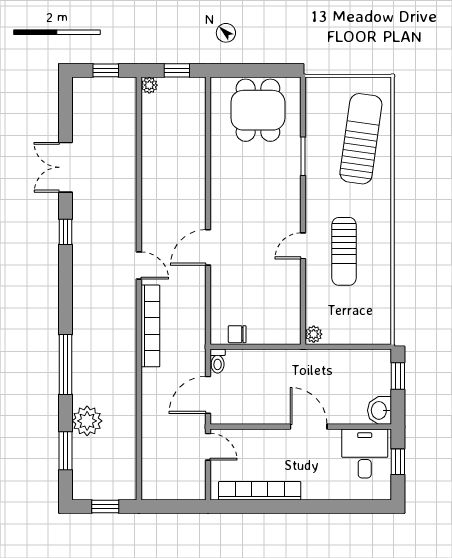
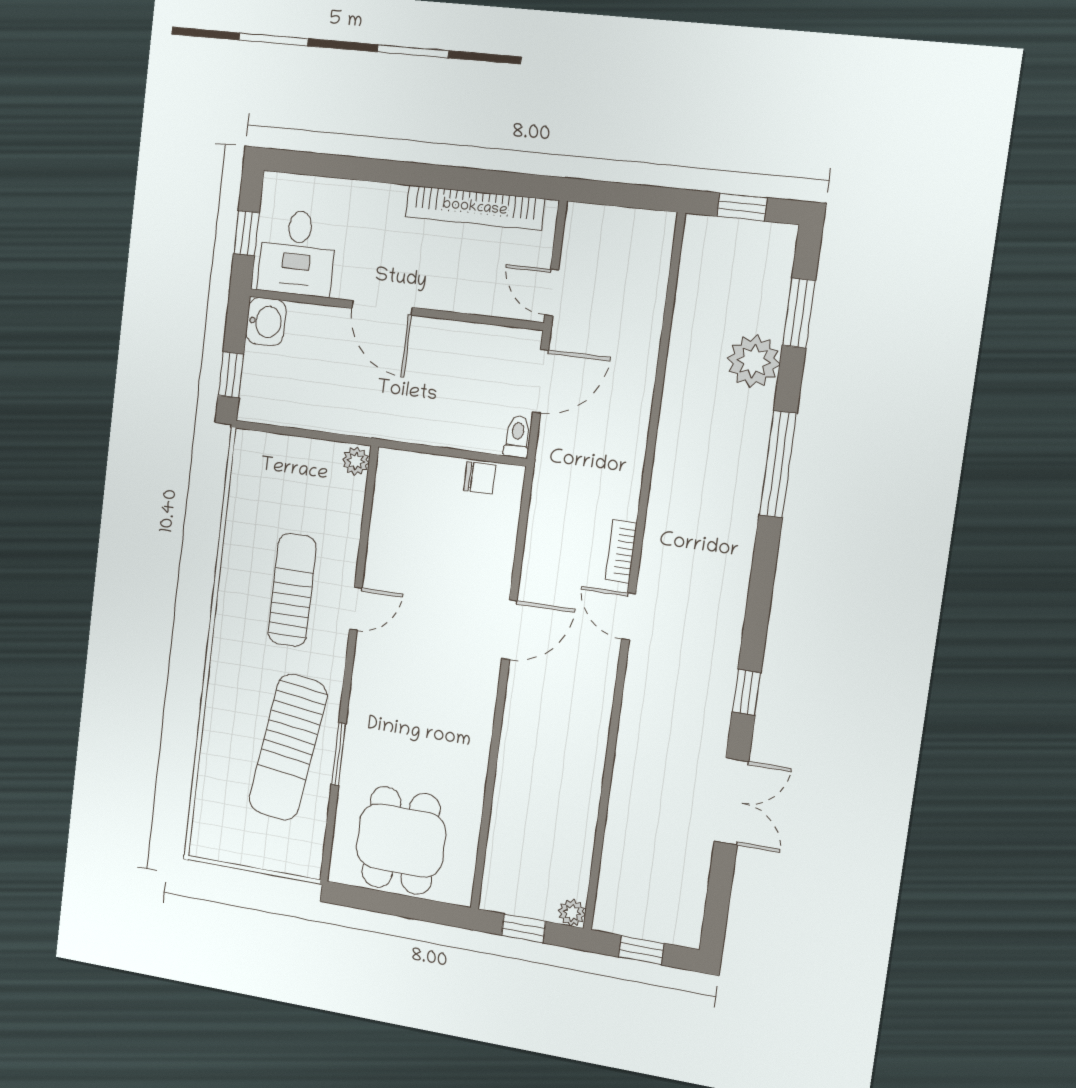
sun lounger: (361, 139) -> (288, 747), moved
bookcase: (150, 326) -> (621, 551), width x0.43, depth x0.76

